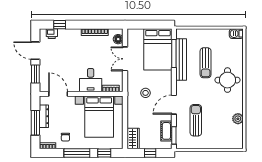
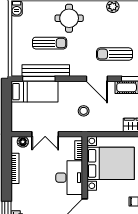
bed: (158, 49) -> (35, 92), width x0.67
desk: (91, 80) -> (69, 178), width x1.37

